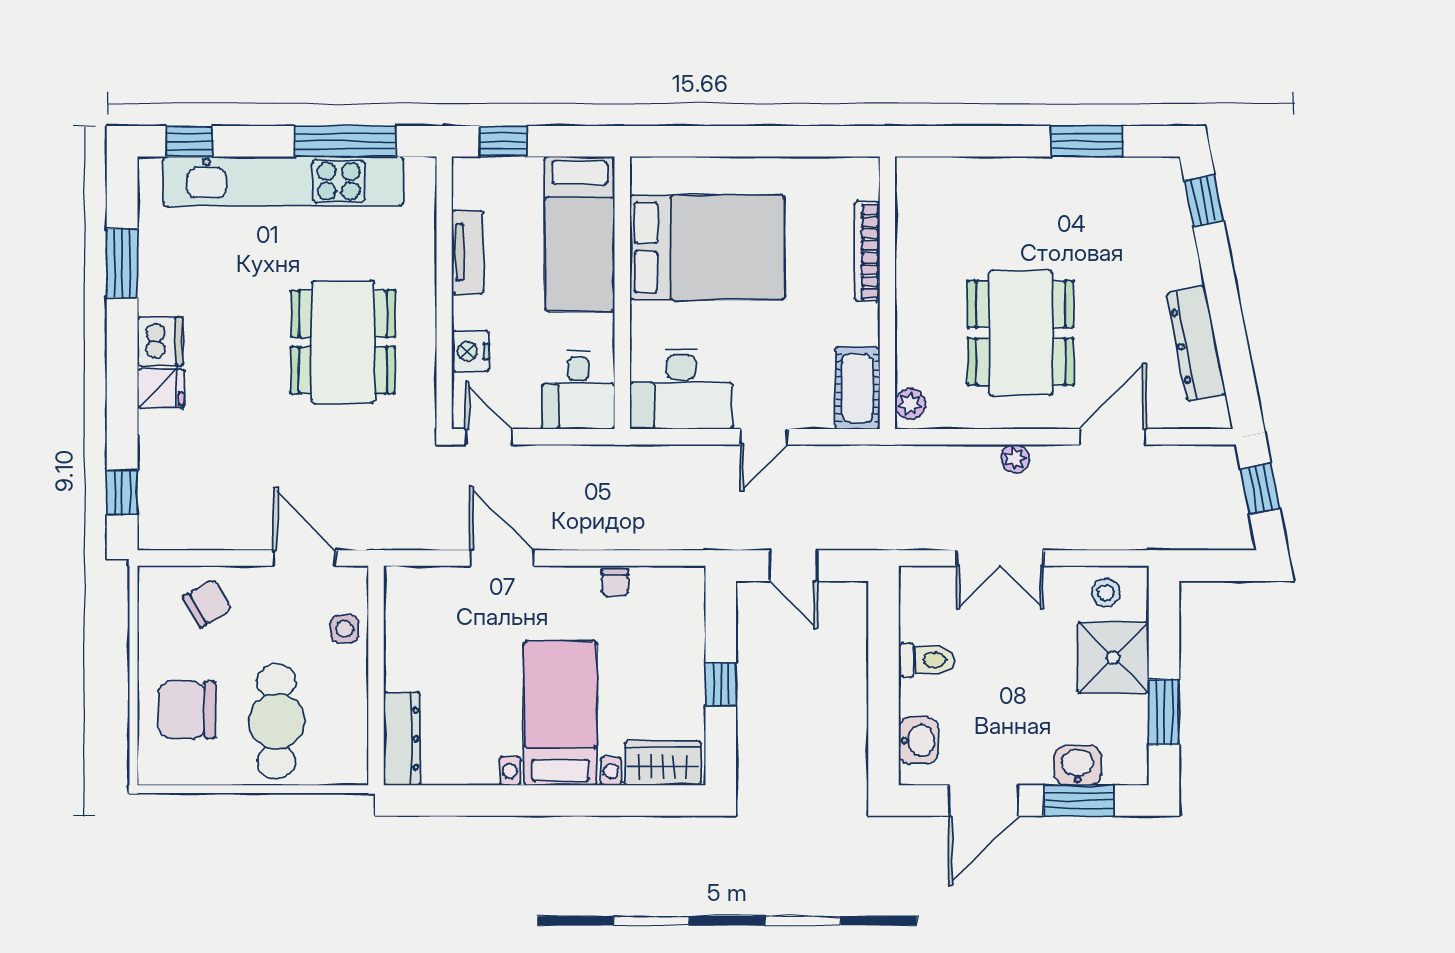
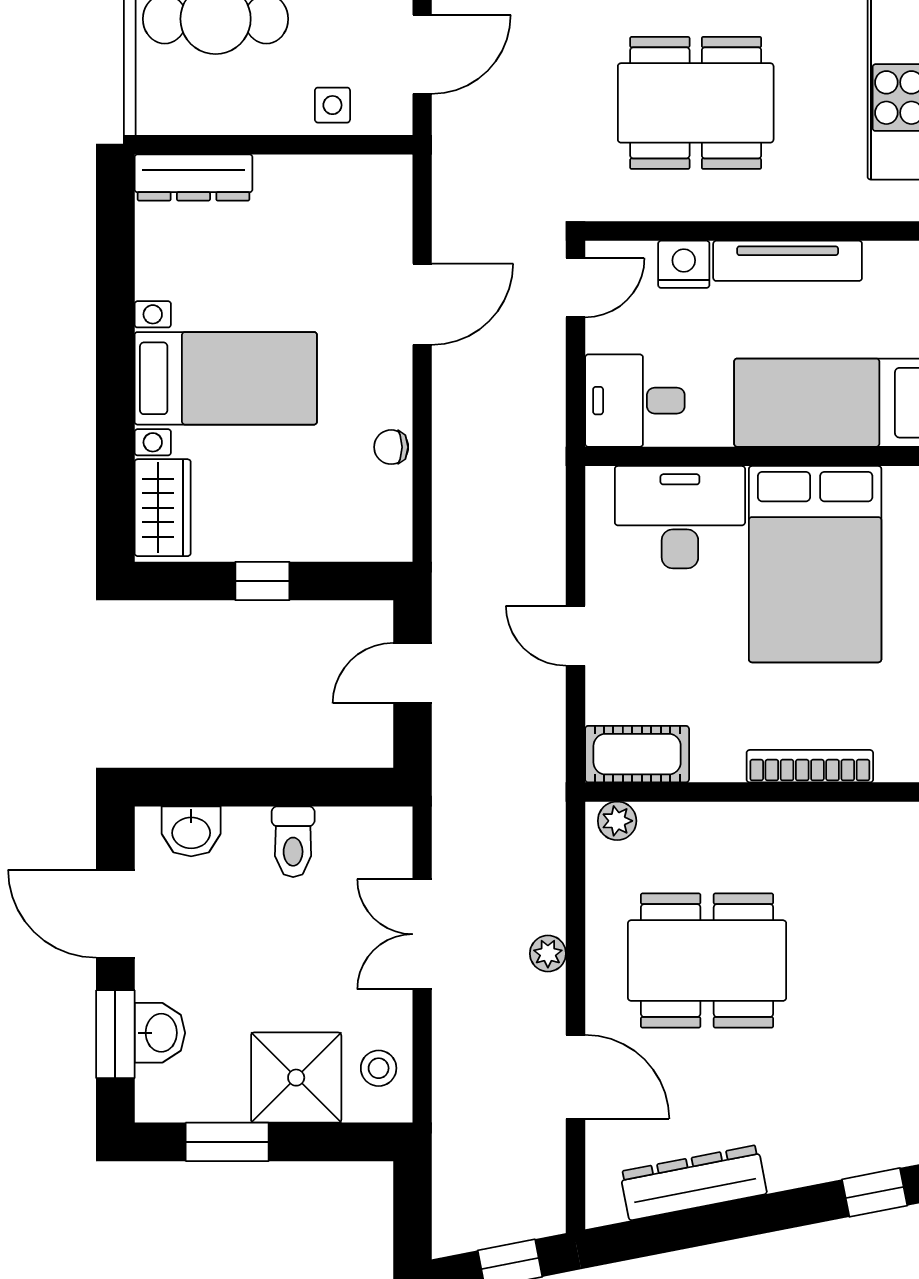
tv unit: (468, 252) -> (788, 261), width x1.41
desk: (681, 389) -> (680, 517), moved, turned 90

